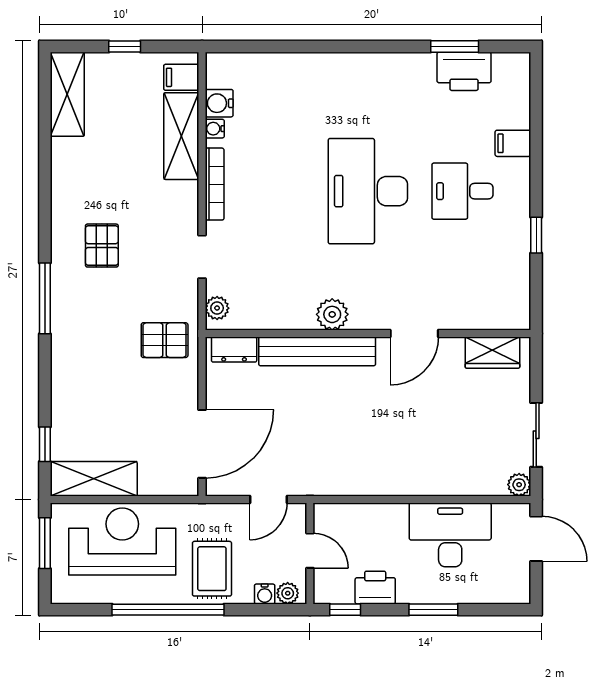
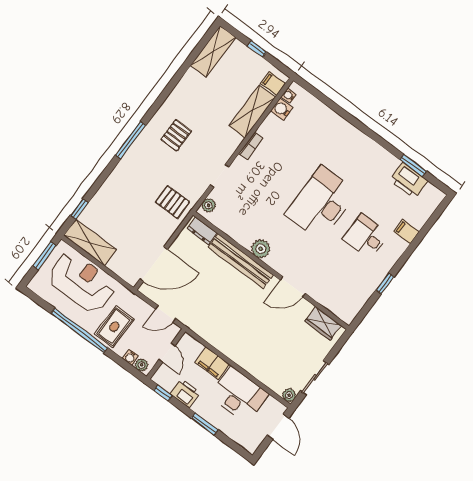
water cooler: (215, 129) -> (289, 96), moved
bookcase: (215, 184) -> (251, 146), width x0.64
filing cabinet: (382, 519) -> (212, 363), added

